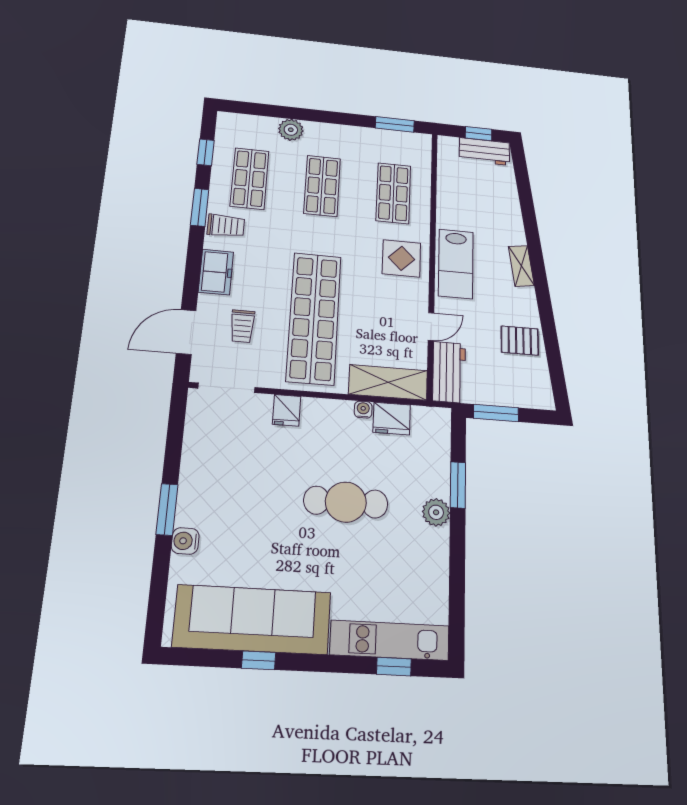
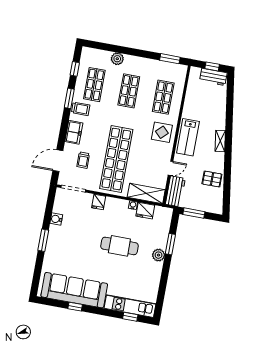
water cooler: (185, 541) -> (56, 219), moved

